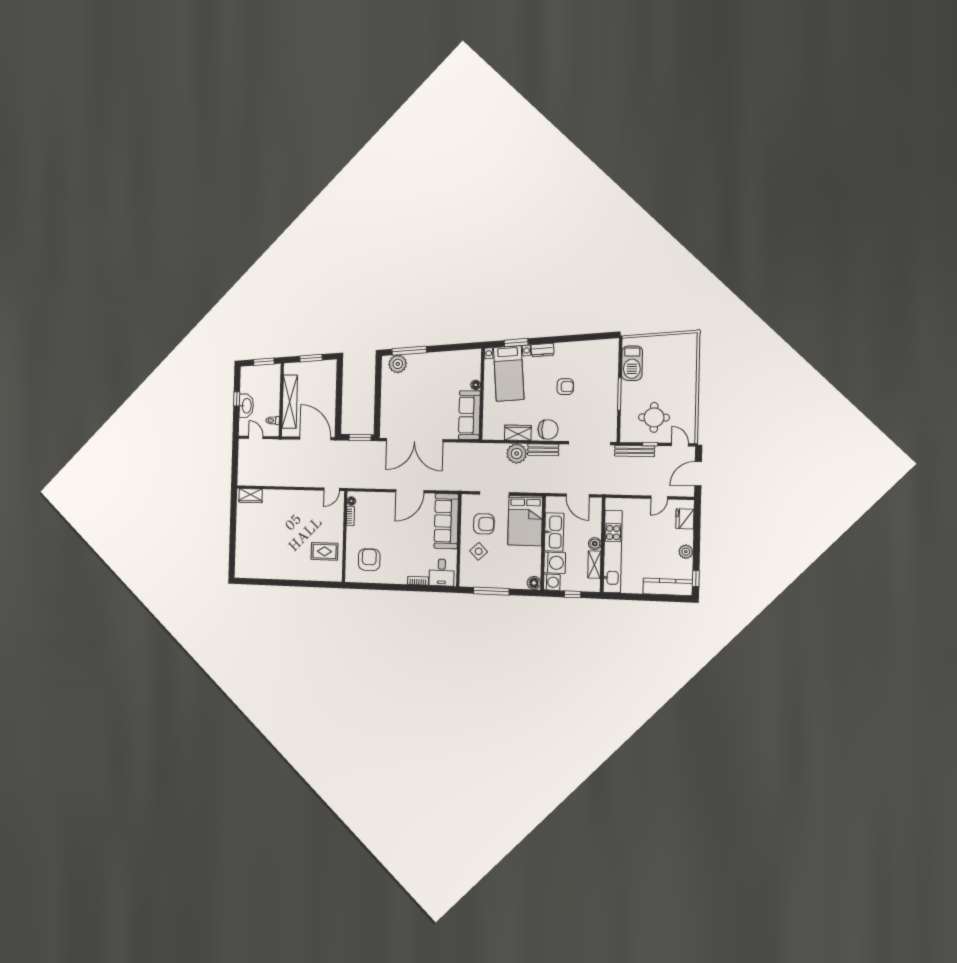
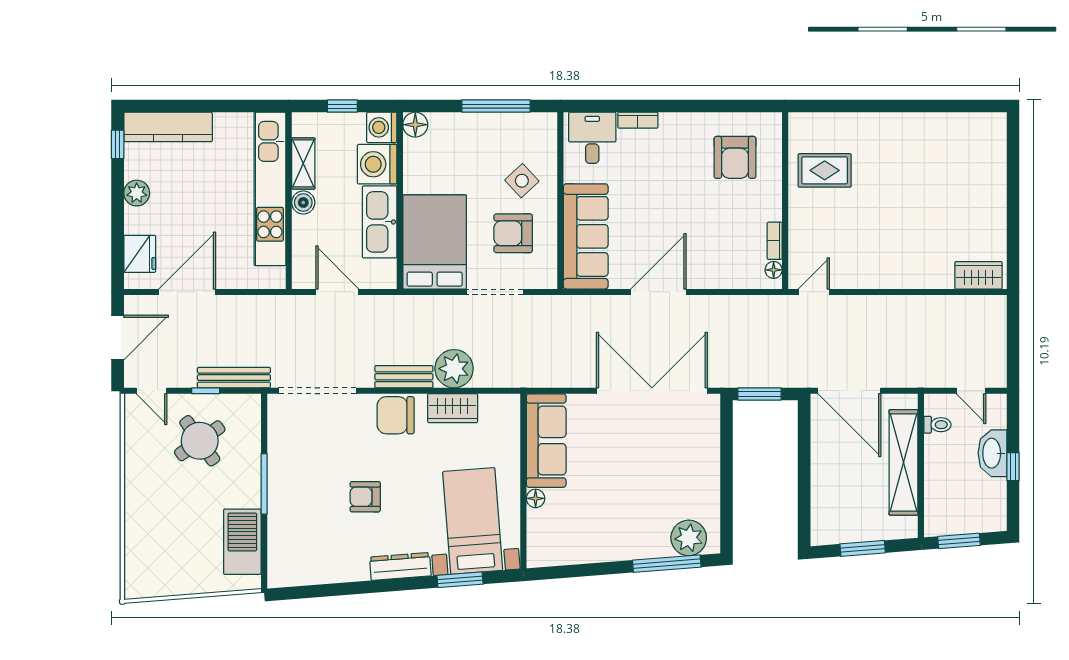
dresser: (543, 350) -> (400, 566), width x1.44
round table: (654, 417) -> (200, 441), turned -35
door: (659, 497) -> (187, 292), width x1.88

